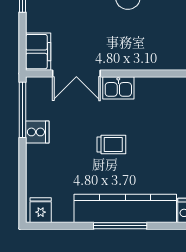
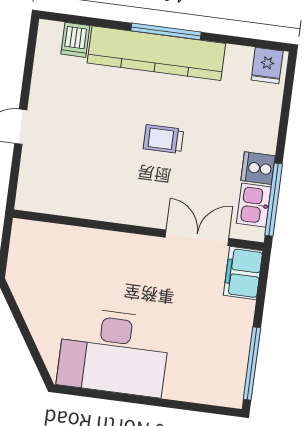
kitchen sink: (118, 88) -> (254, 205), moved, turned -90

